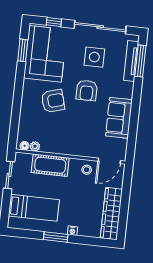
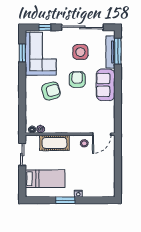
armchair: (87, 90) -> (77, 80), turned 180
sofa: (119, 118) -> (106, 85), moved
wardrobe: (111, 214) -> (108, 176), removed

